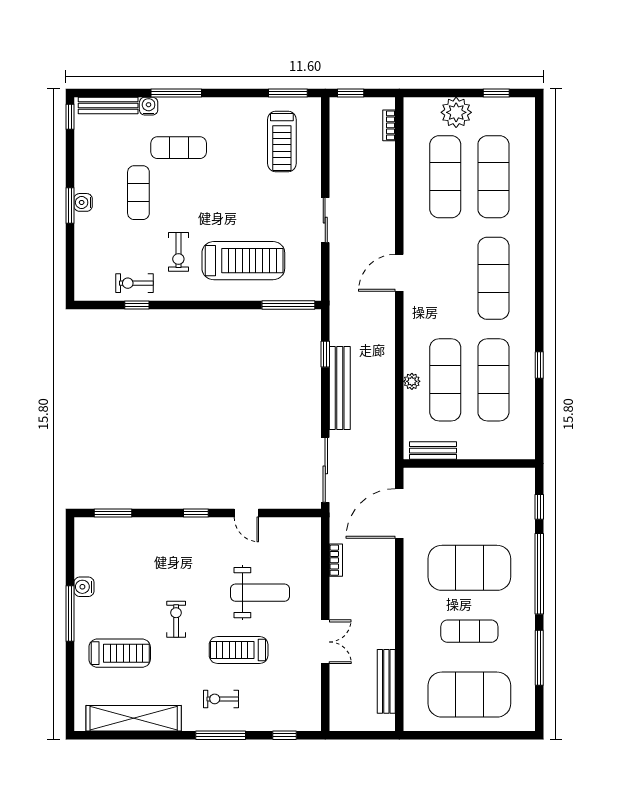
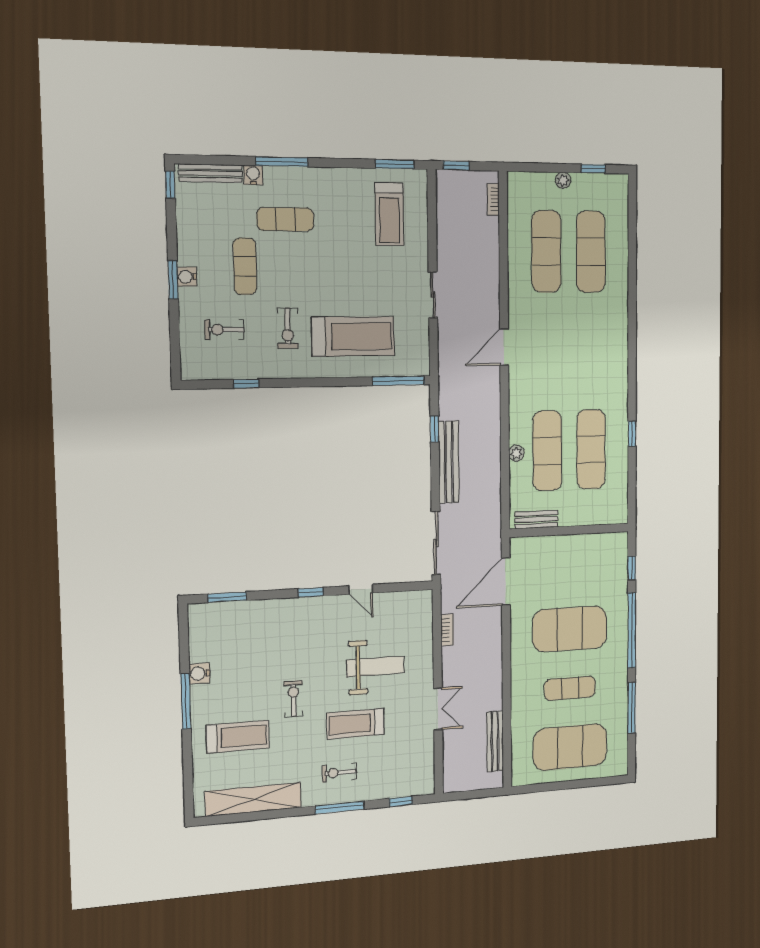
plant: (456, 112) -> (563, 180), width x0.53, depth x0.53
exercise mat: (493, 278) -> (591, 351), removed
exercise bike: (134, 283) -> (224, 330), moved

